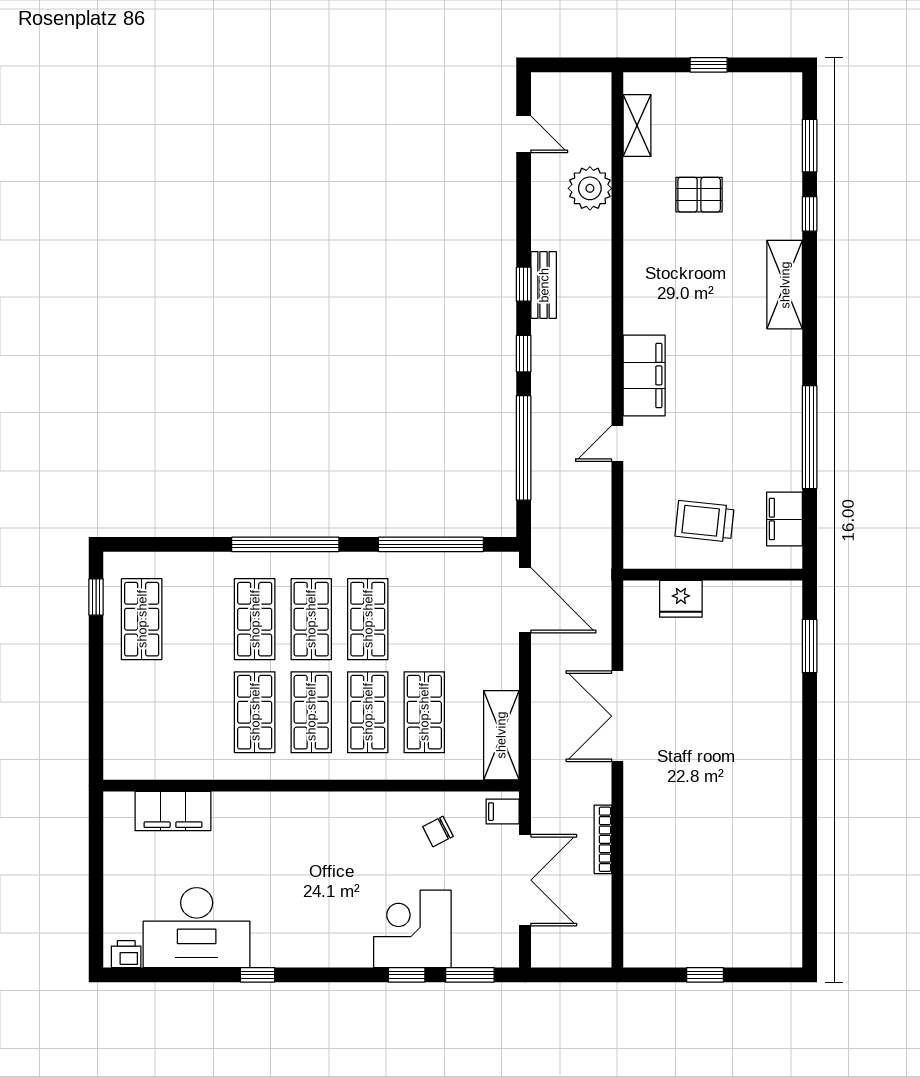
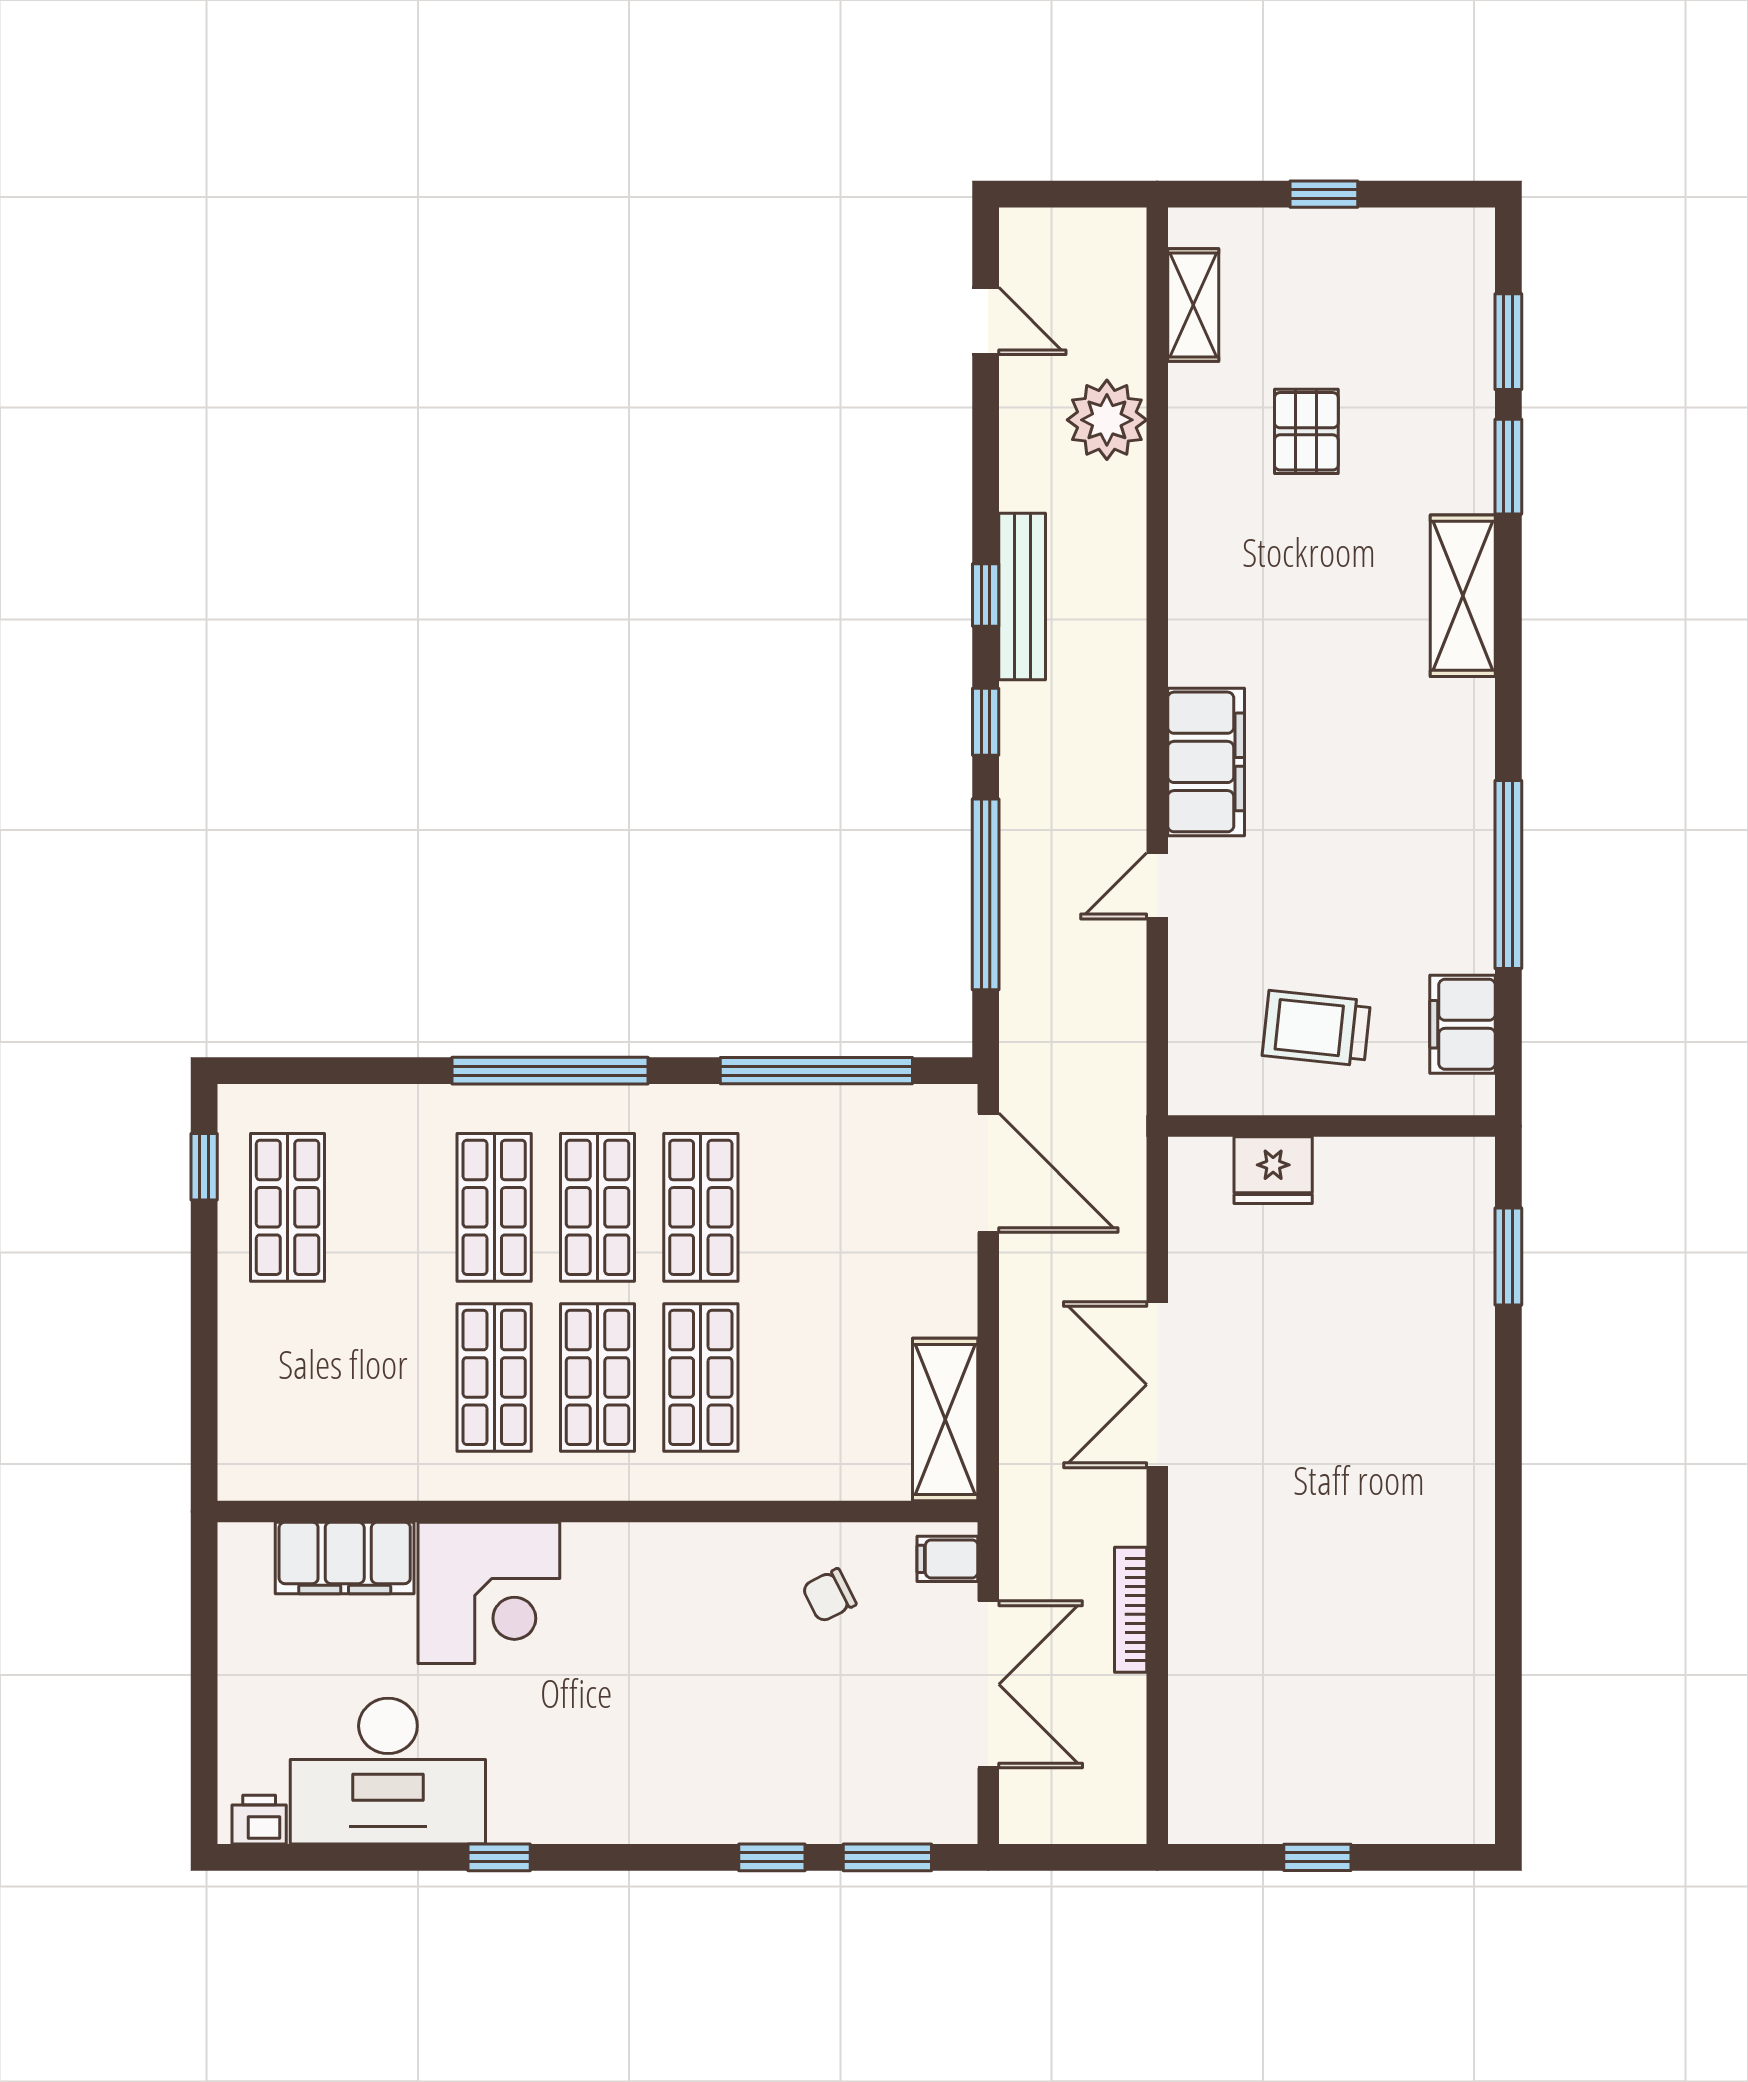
pallet: (699, 195) -> (1306, 431), turned 90
window: (810, 214) -> (1508, 467), width x1.50
bench: (544, 285) -> (1022, 596), width x1.36
shop shelf: (424, 712) -> (804, 1377), removed
corner desk: (412, 929) -> (489, 1593), moved, turned 180

